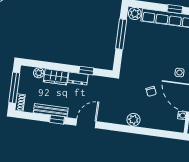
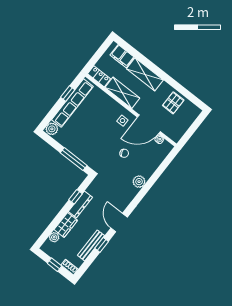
window: (121, 34) -> (74, 159), moved
dresser: (78, 78) -> (80, 204), width x1.44
window: (14, 88) -> (55, 265), width x0.46

